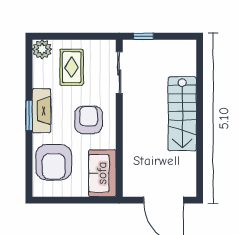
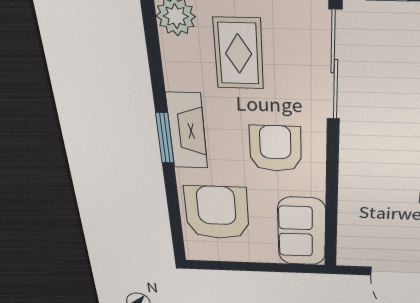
sliding door: (119, 73) -> (334, 66), width x1.37
armchair: (54, 162) -> (217, 213), turned 180

